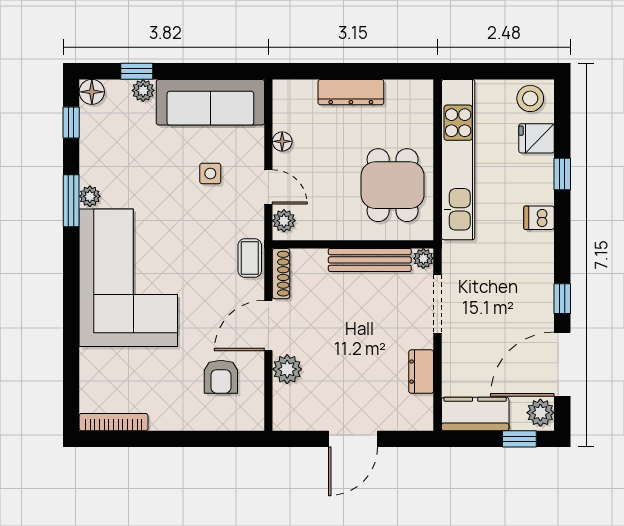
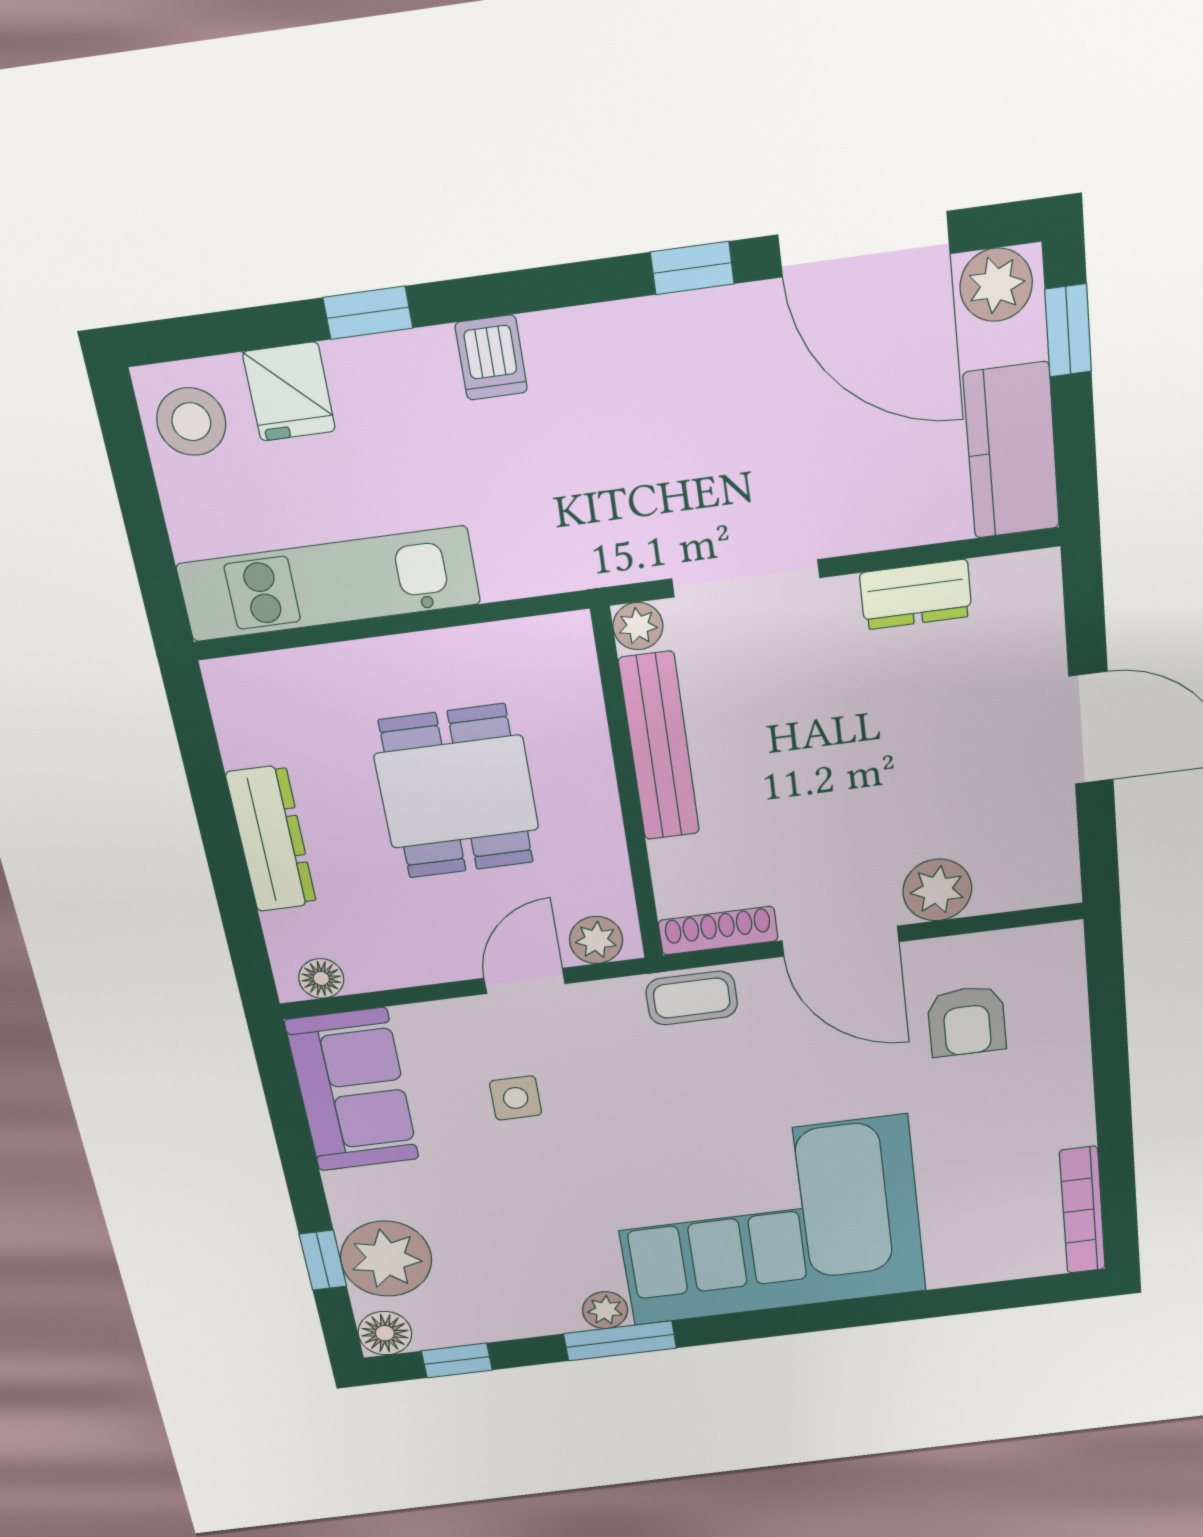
plant: (143, 90) -> (386, 1259), width x1.87, depth x1.87
sofa: (210, 102) -> (352, 1090), width x0.73
floor lamp: (282, 141) -> (321, 978), moved
kitchen unit: (458, 160) -> (329, 584), width x0.73
dining table: (393, 185) -> (457, 792), moved, turned 90
armchair: (221, 377) -> (967, 1021), turned 90

